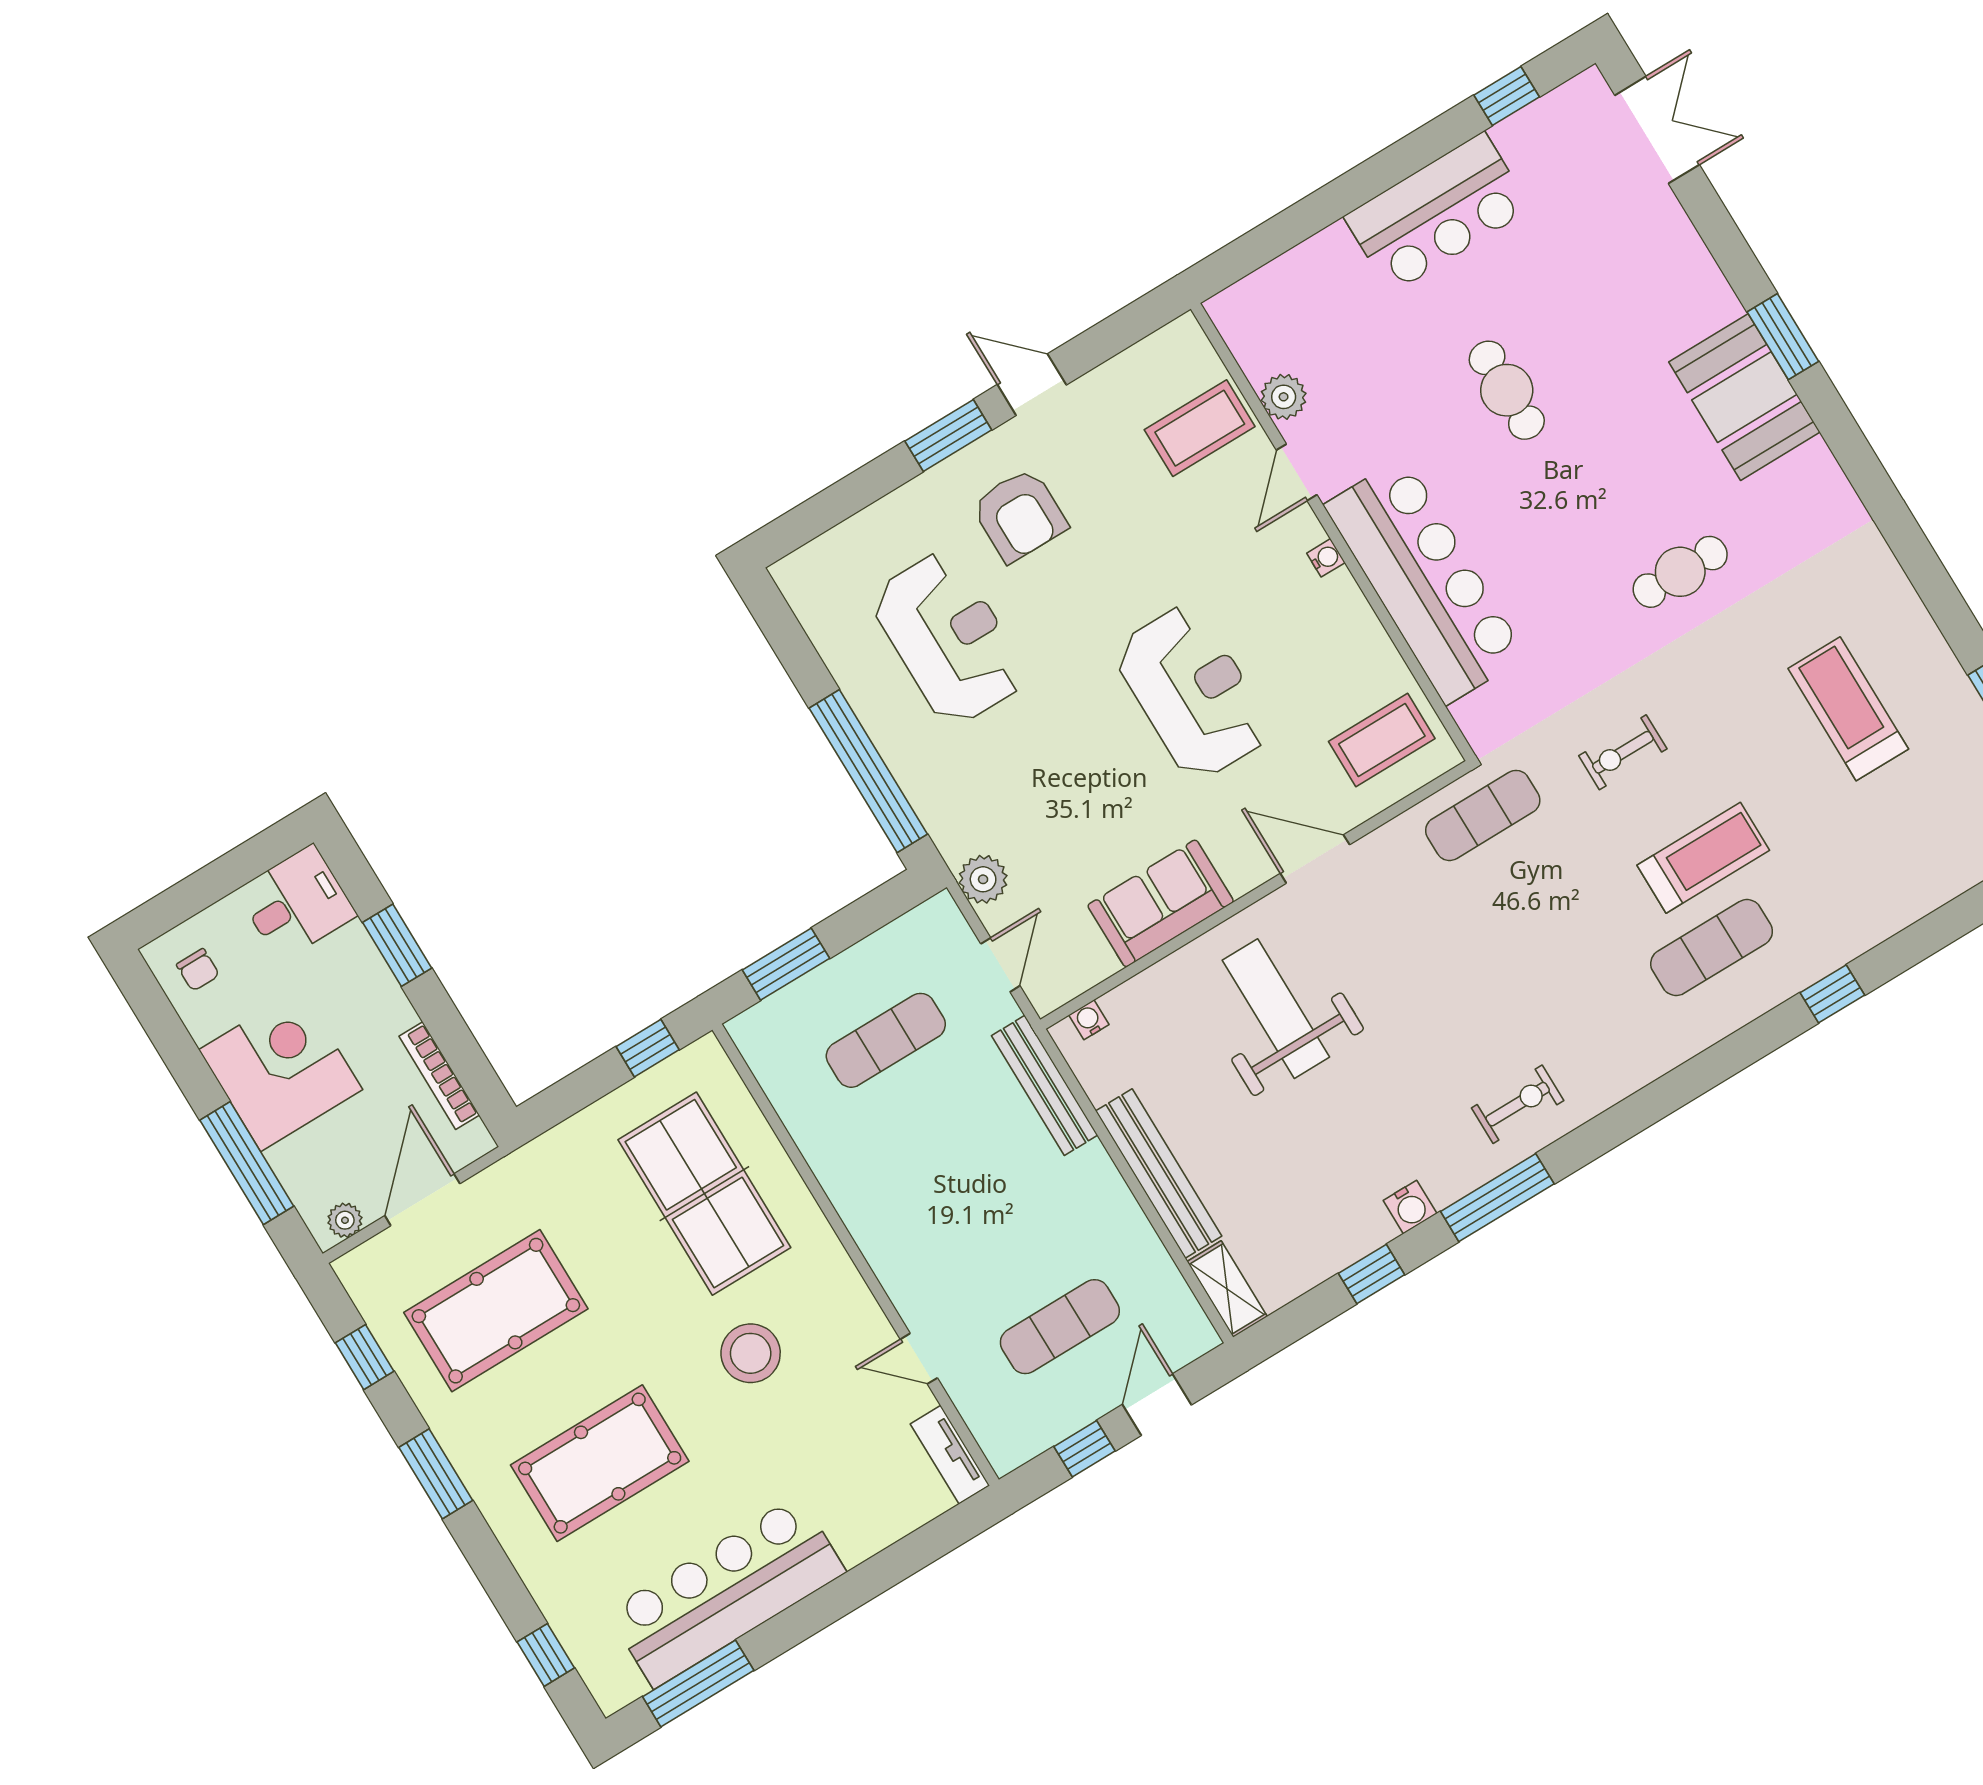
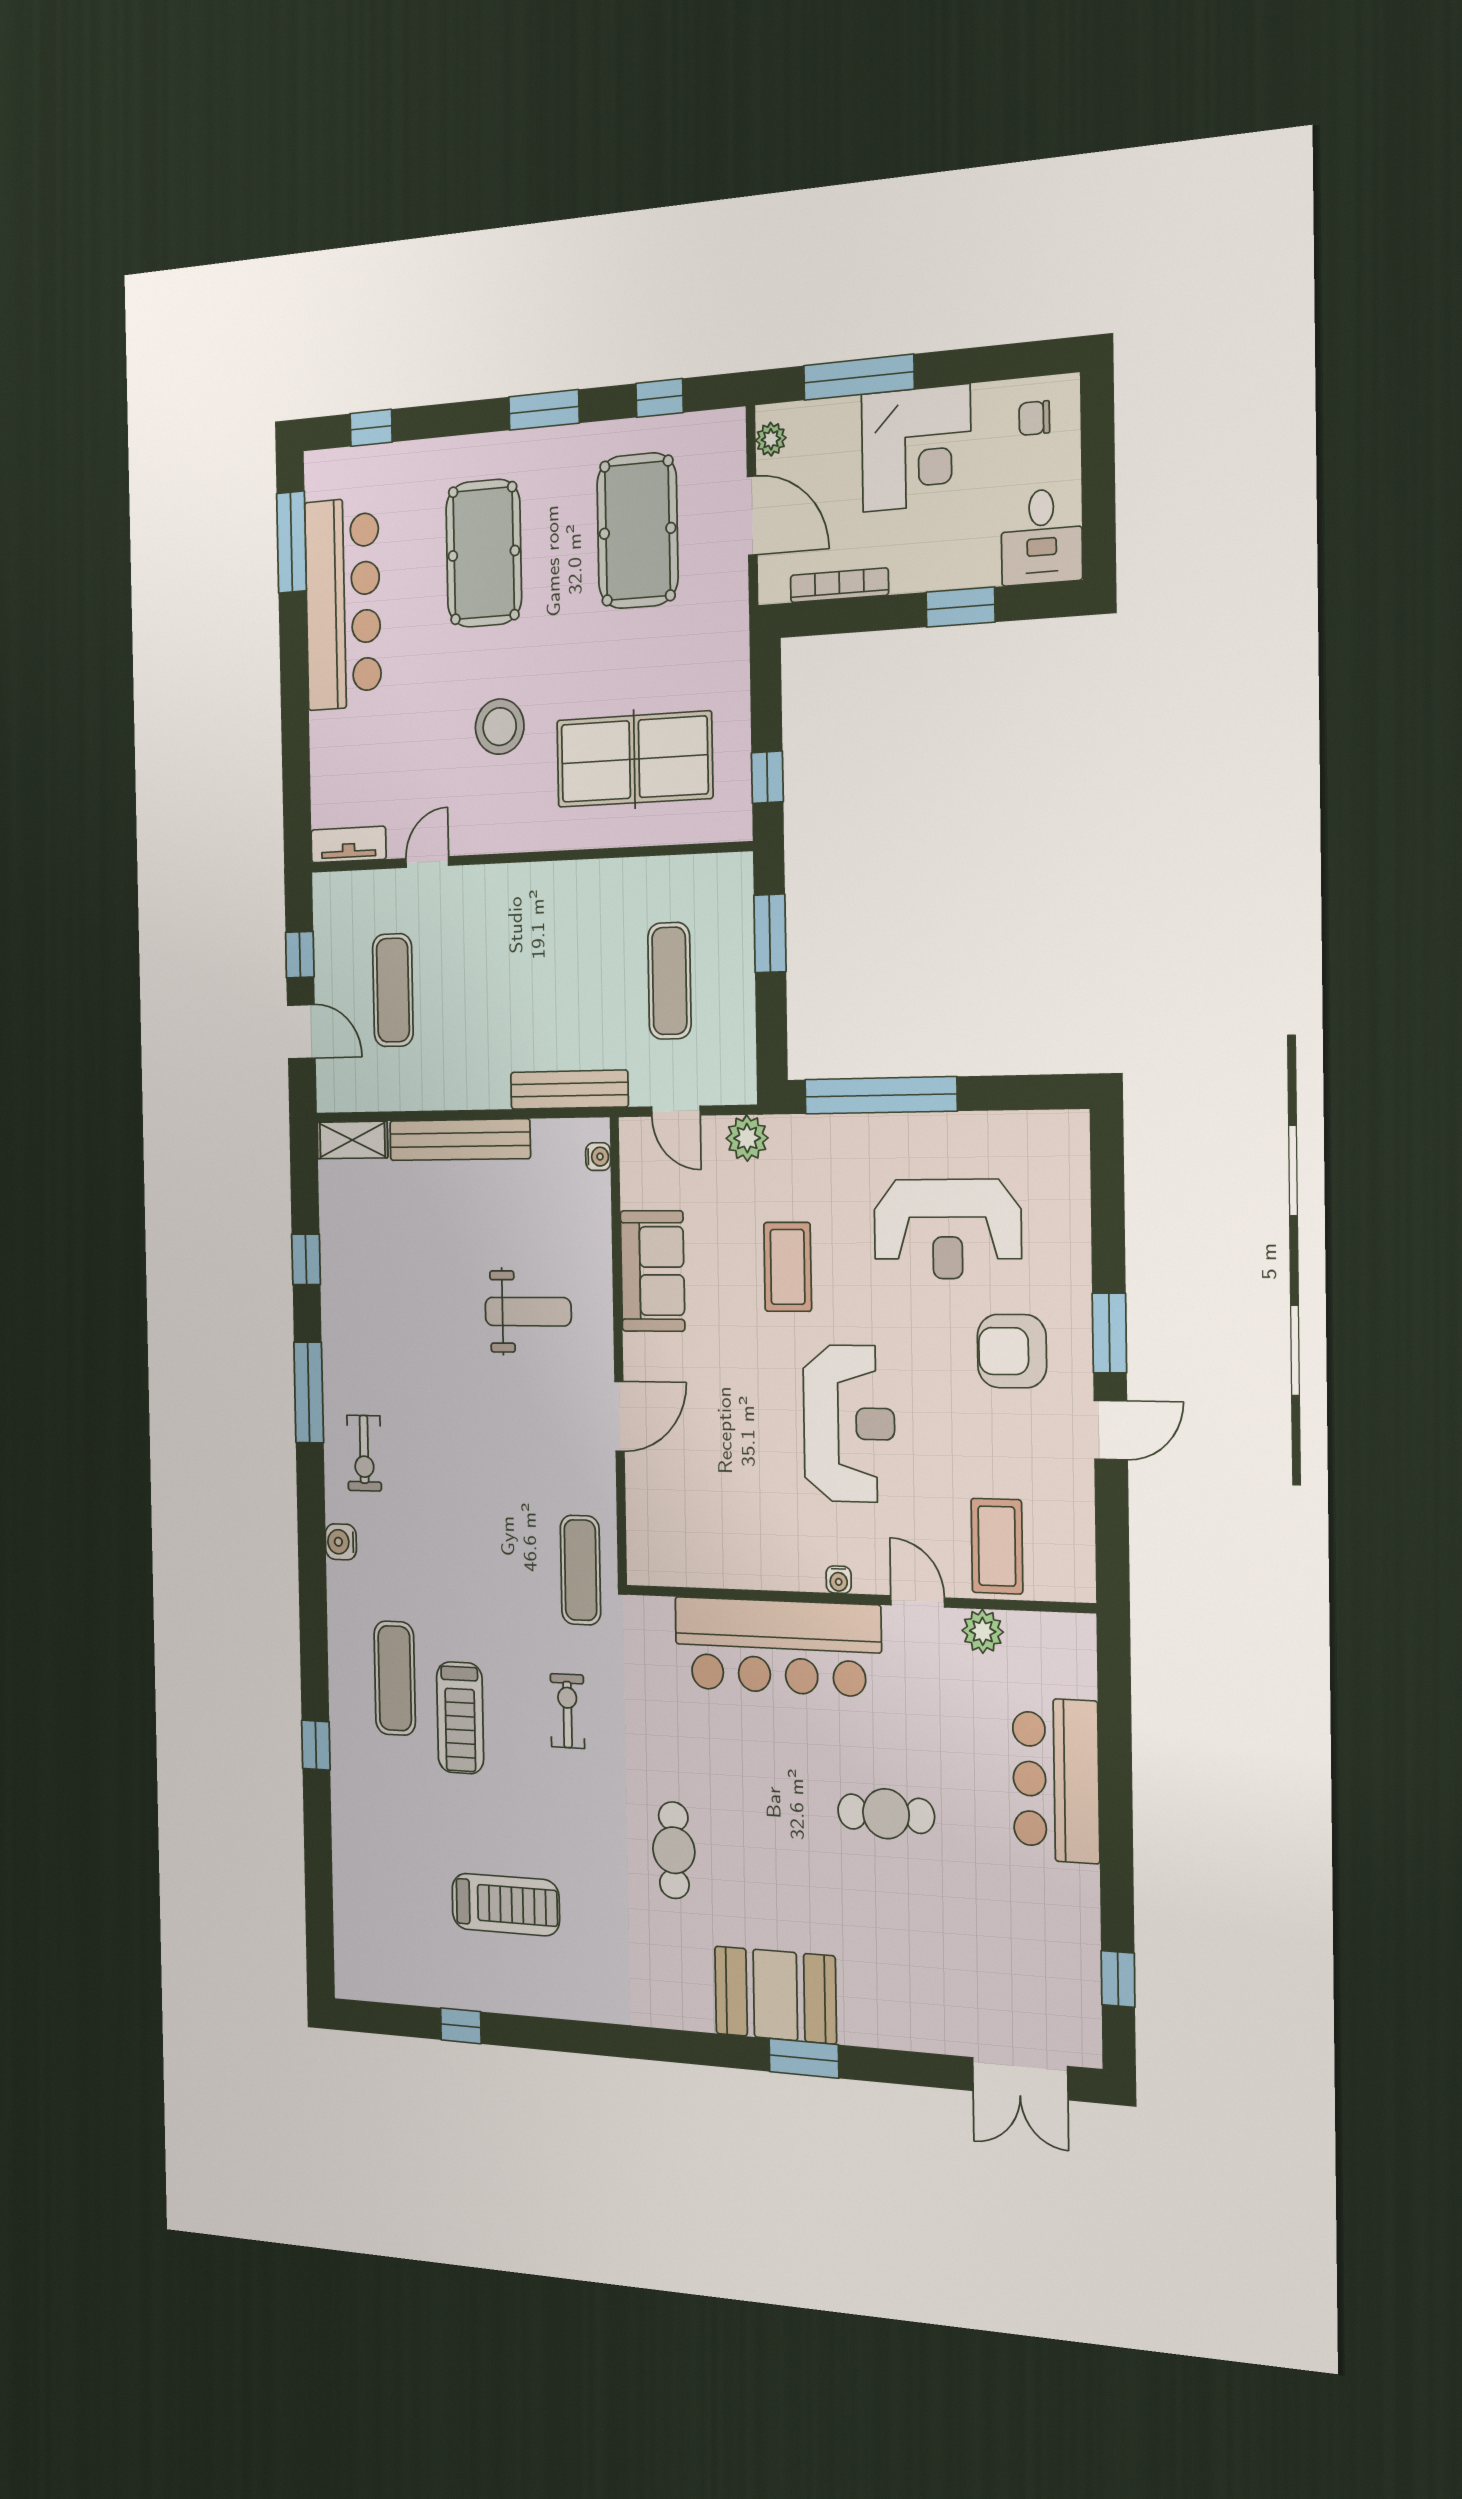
bar counter: (1437, 213) -> (1056, 1780), moved
reception desk: (1193, 692) -> (849, 1424), moved, turned -90
coffee table: (1382, 740) -> (788, 1267), moved
weight bench: (1276, 1009) -> (528, 1312), width x0.73, depth x0.75
water cooler: (1410, 1207) -> (341, 1542), moved

